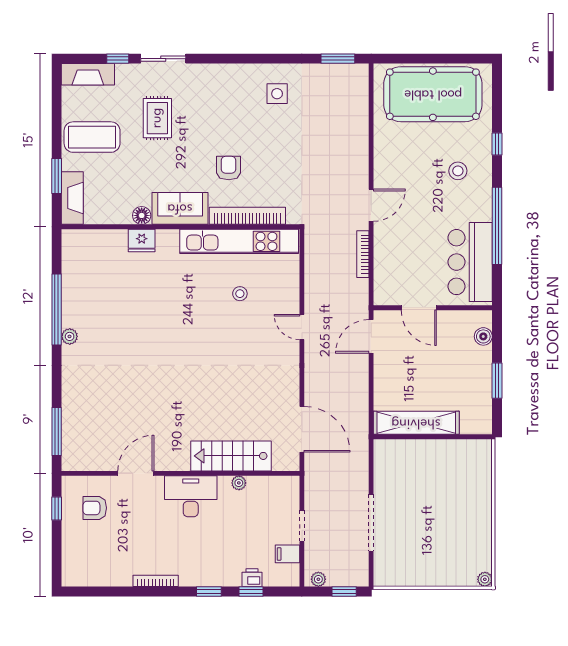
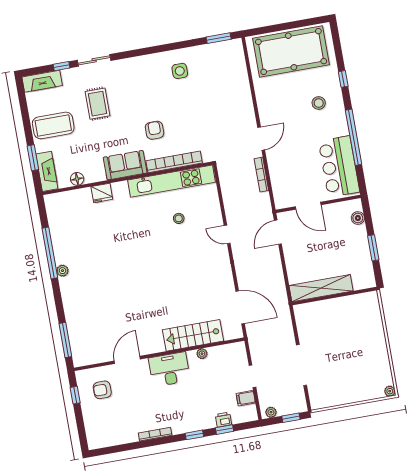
floor lamp: (142, 215) -> (77, 179), moved

